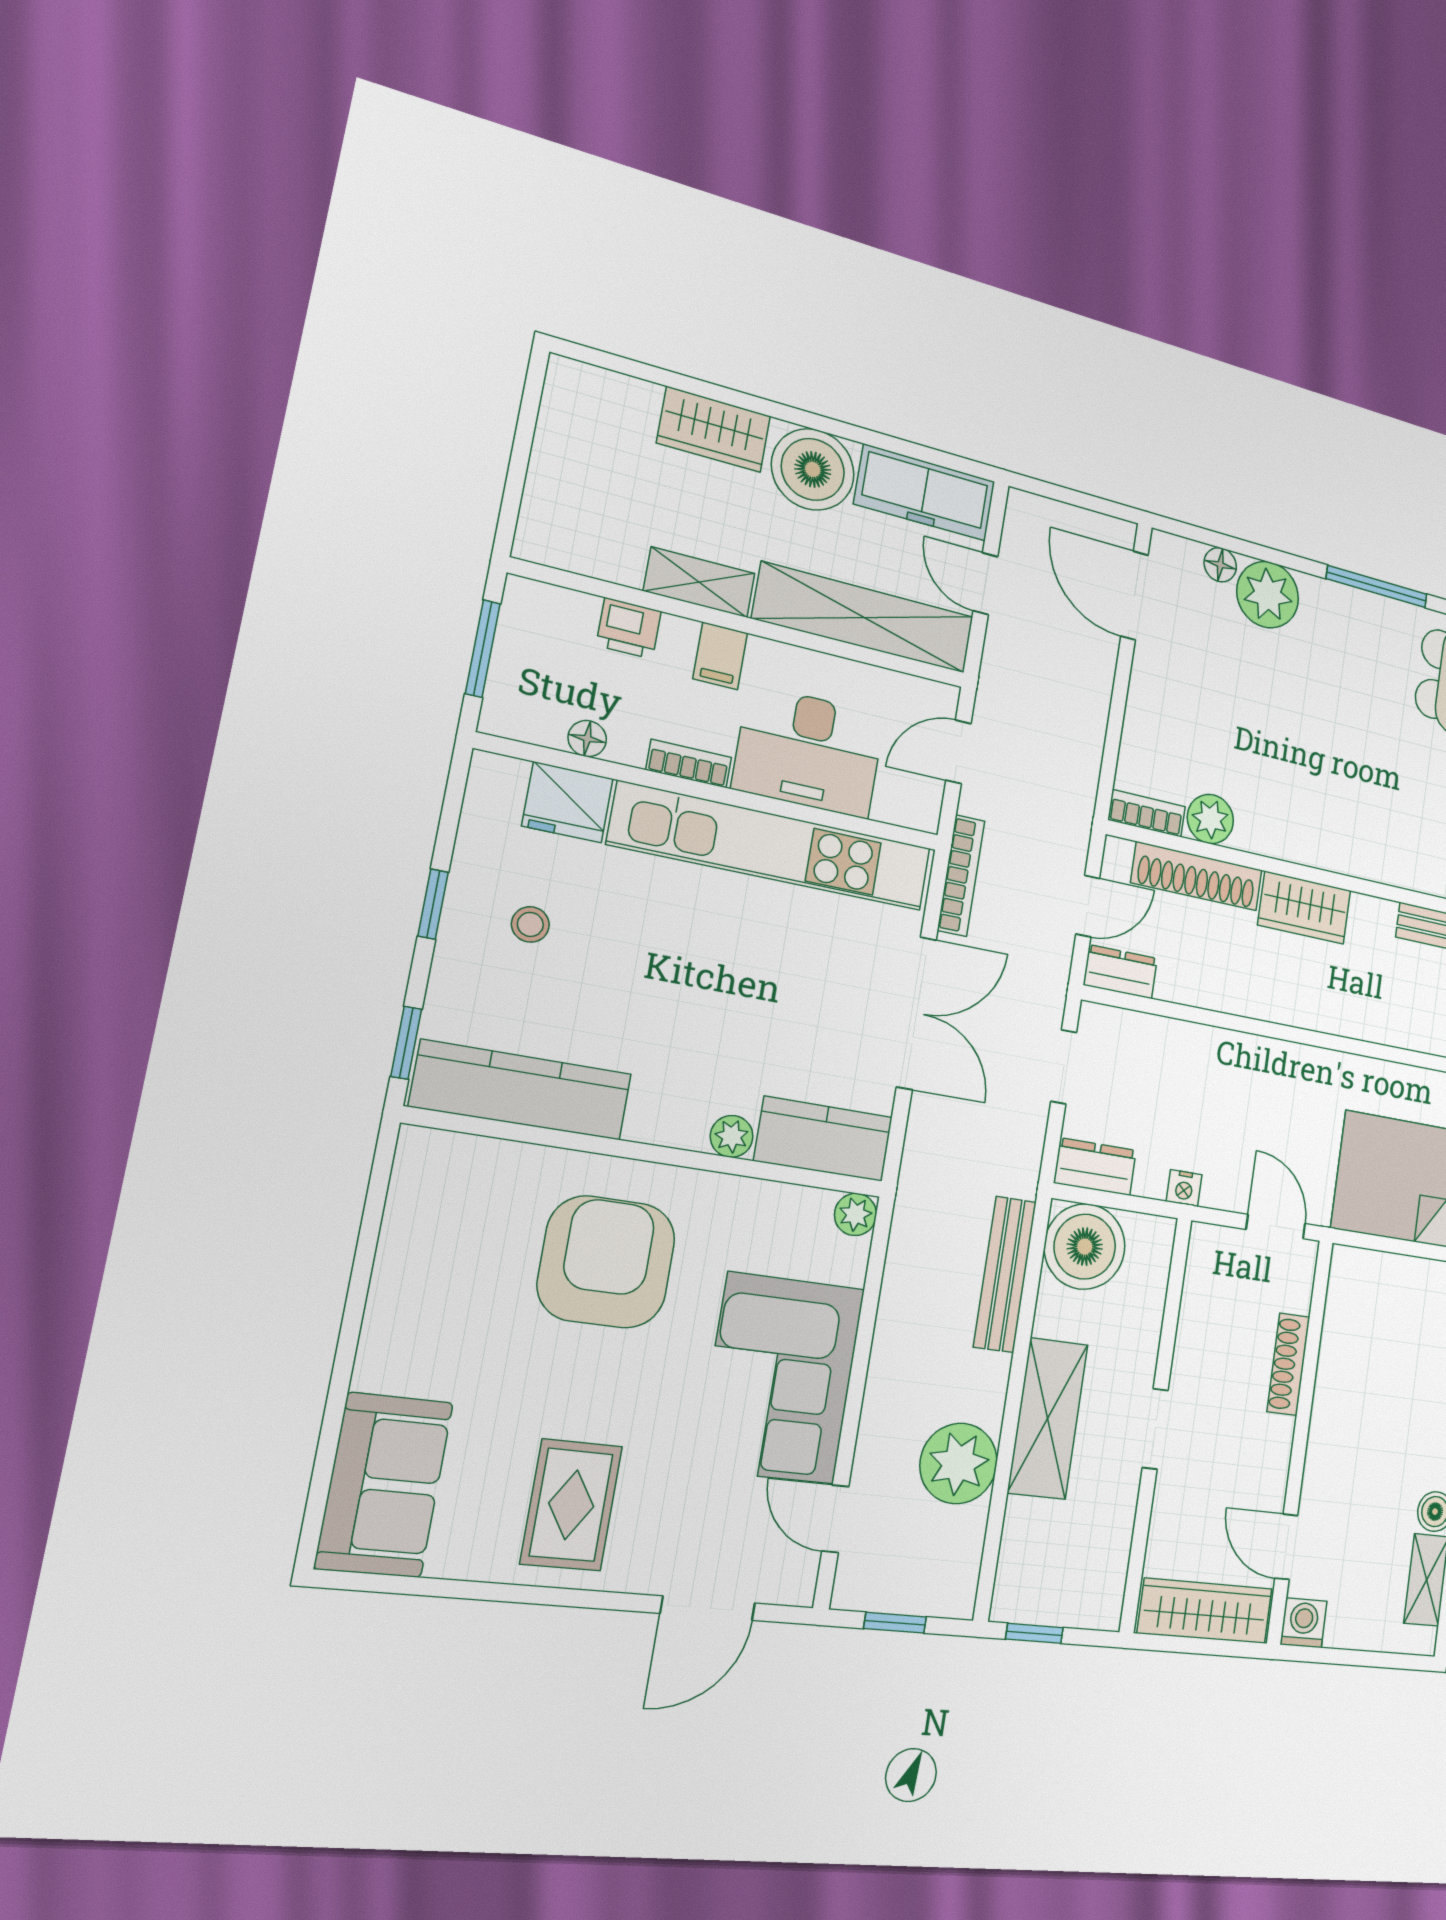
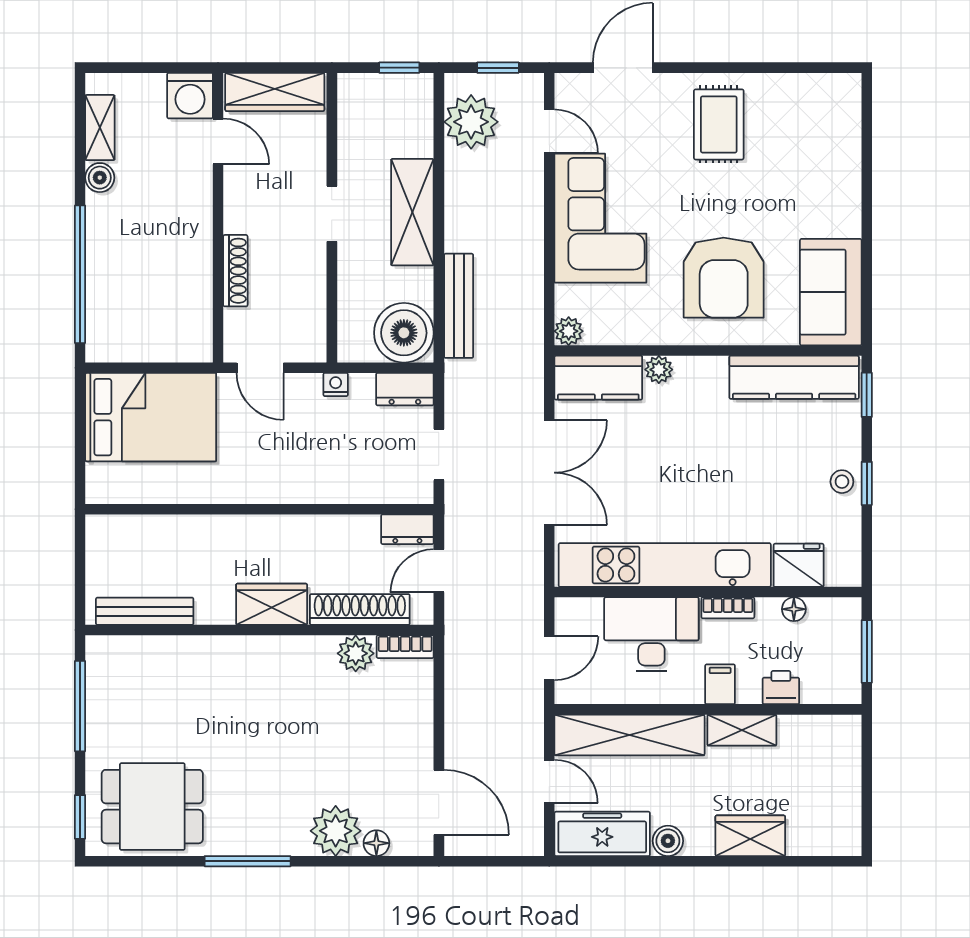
boiler: (813, 469) -> (668, 841), width x0.54, depth x0.54
bookcase: (961, 876) -> (534, 573), removed
stool: (530, 924) -> (842, 482), moved
double door: (916, 1013) -> (549, 473), swing flipped
plant: (959, 1463) -> (471, 122), moved
sofa: (384, 1485) -> (831, 292), moved
washing machine: (1304, 1623) -> (190, 96), width x1.38, depth x1.38

